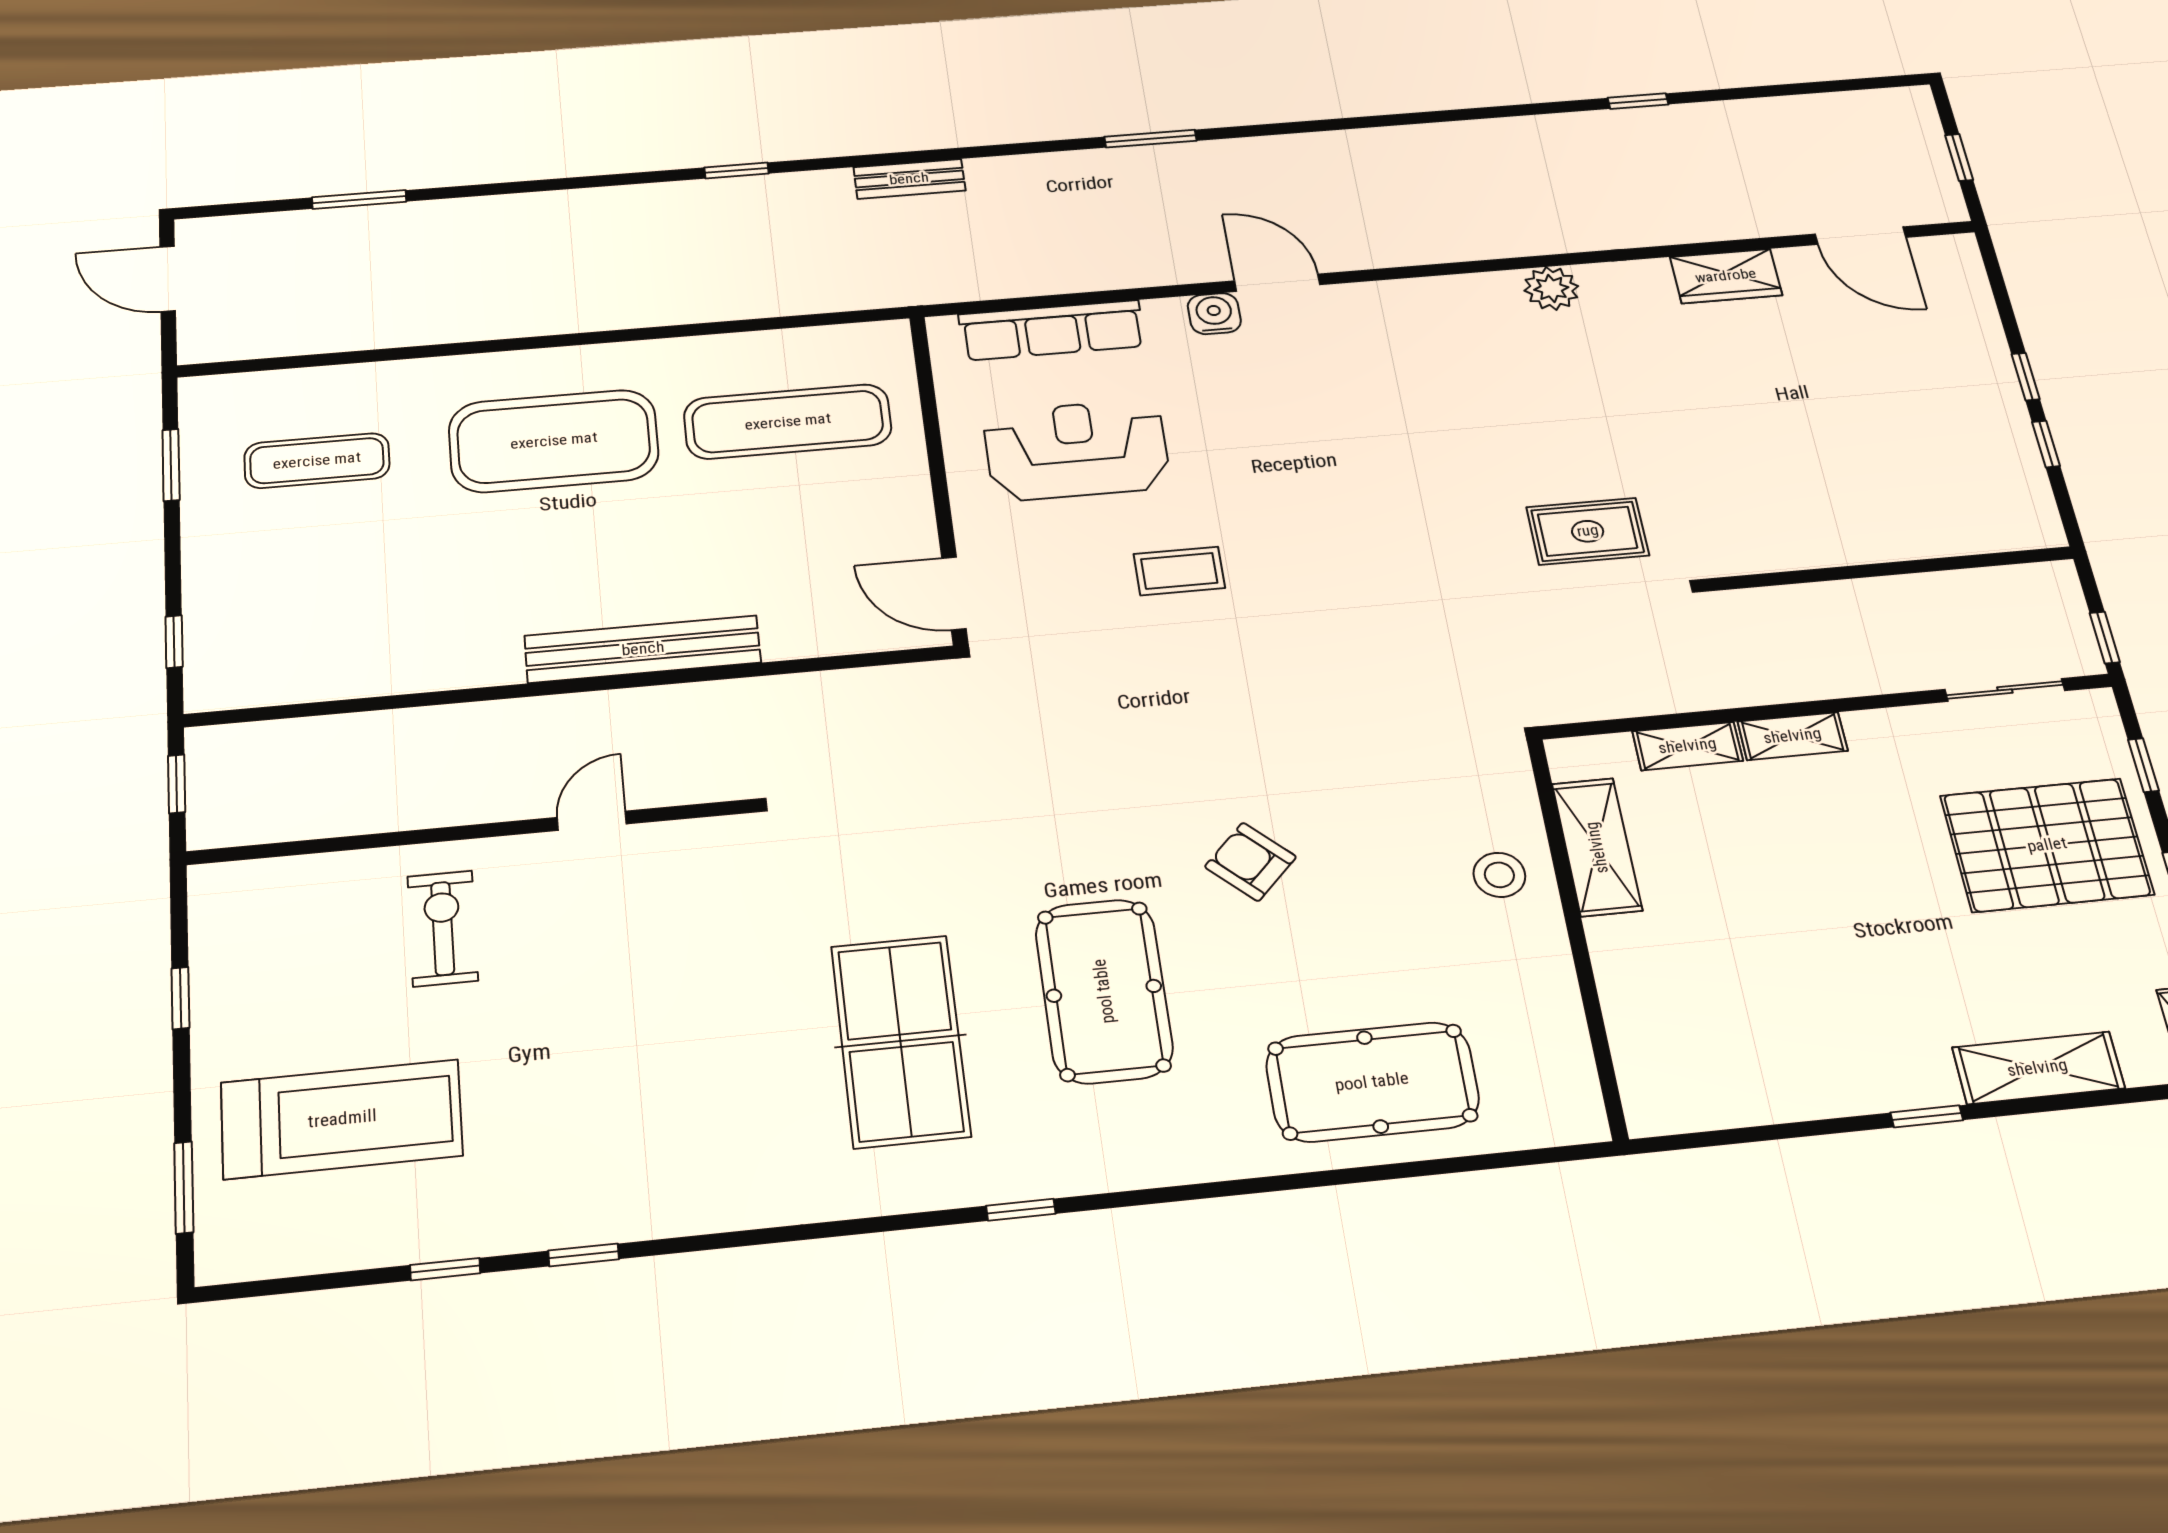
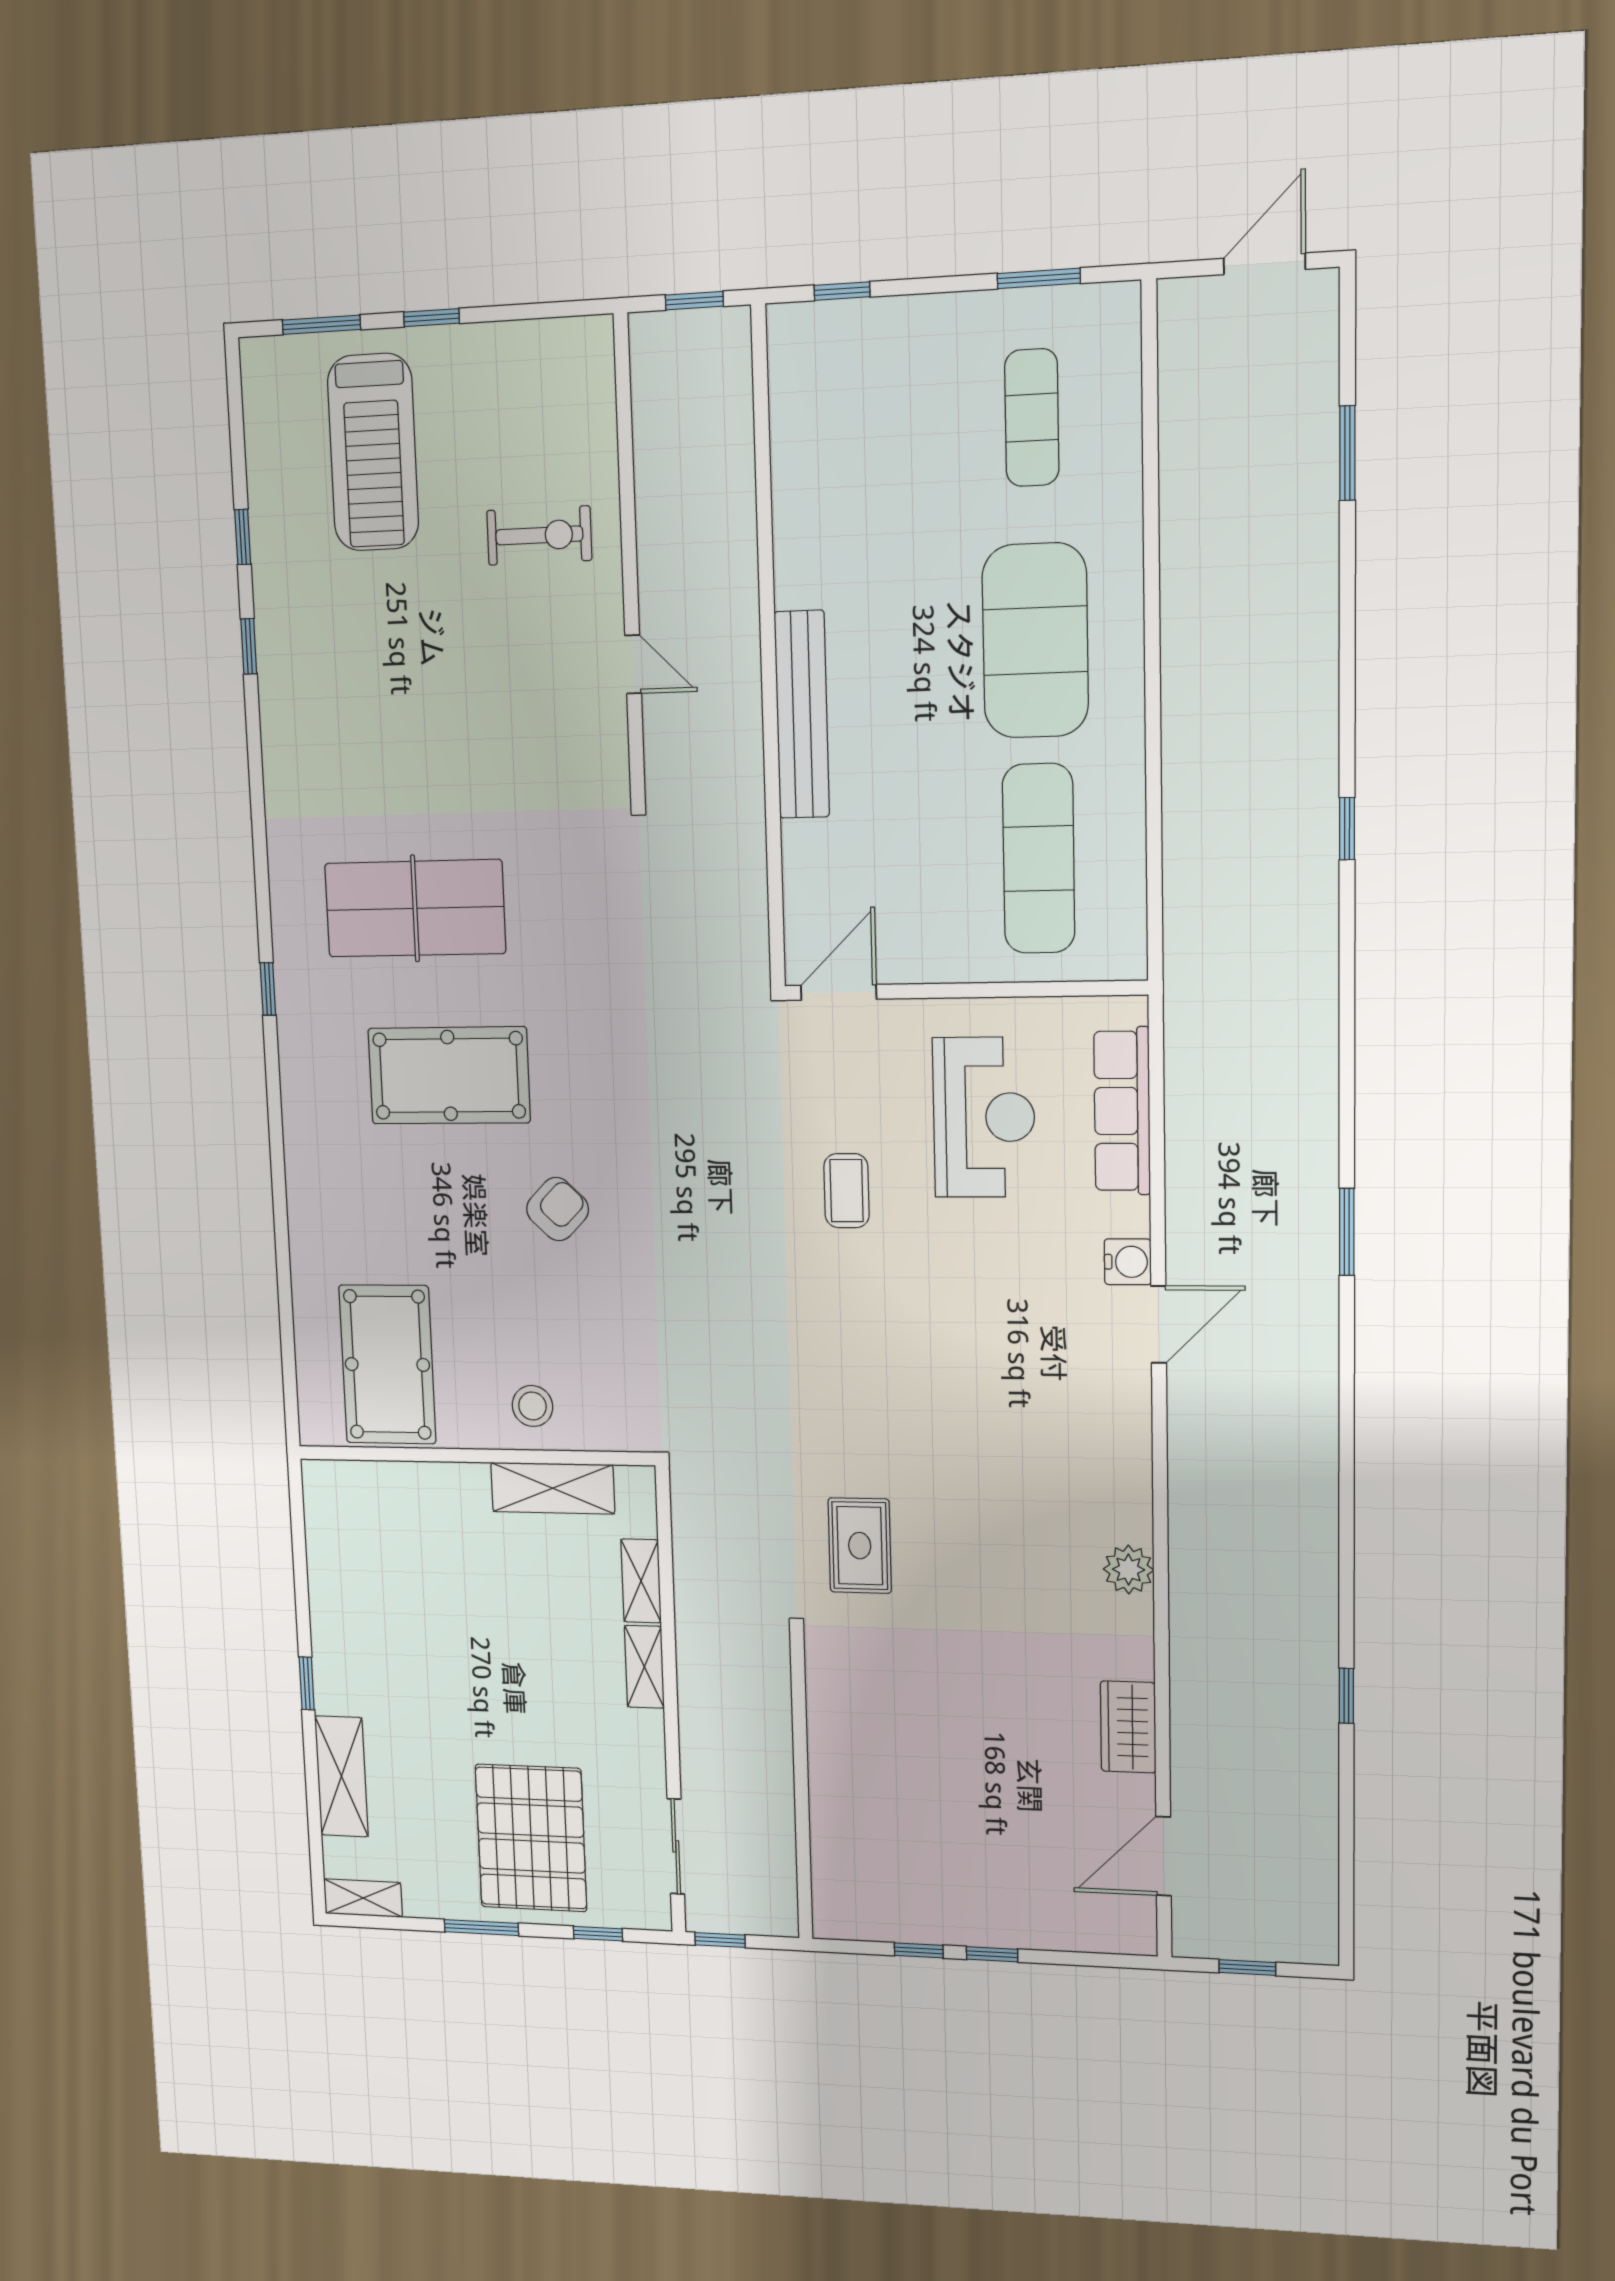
bench: (909, 179) -> (1319, 996), removed
window: (180, 998) -> (431, 318), moved
pool table: (1372, 1082) -> (387, 1364), moved

